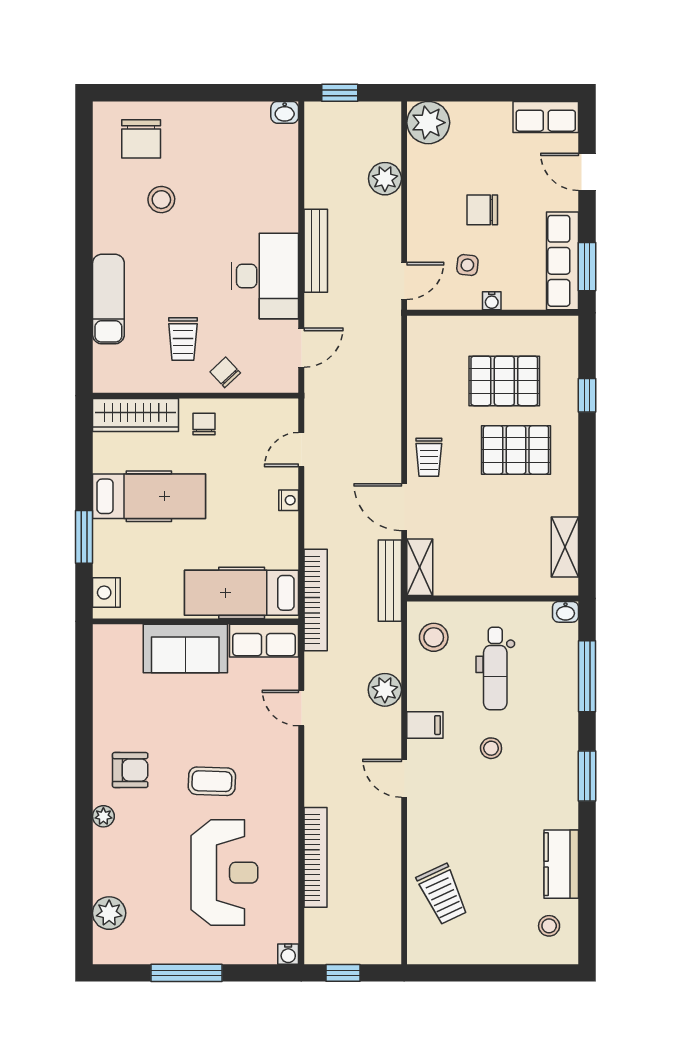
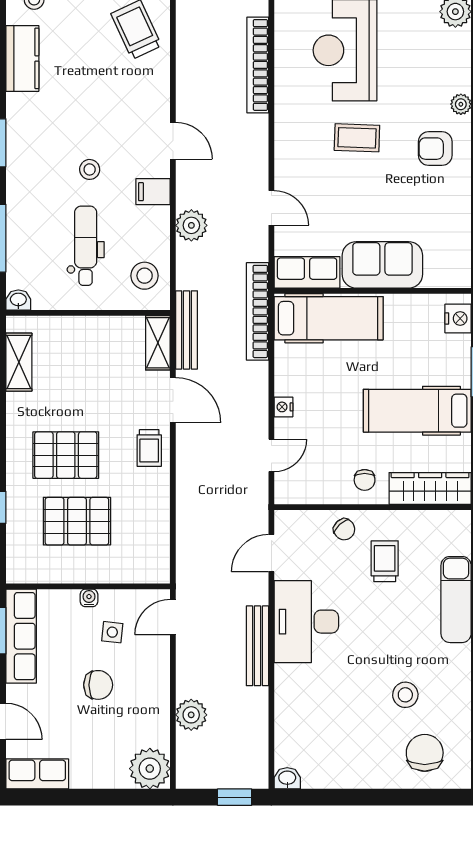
trolley: (429, 457) -> (149, 448), turned 180

